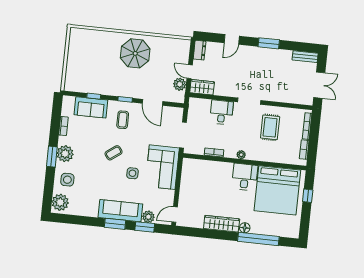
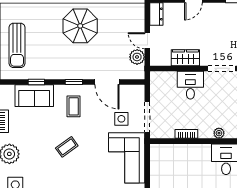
sun lounger: (81, 64) -> (17, 45), added
wardrobe: (202, 87) -> (185, 58), moved
side table: (132, 173) -> (121, 119), moved

